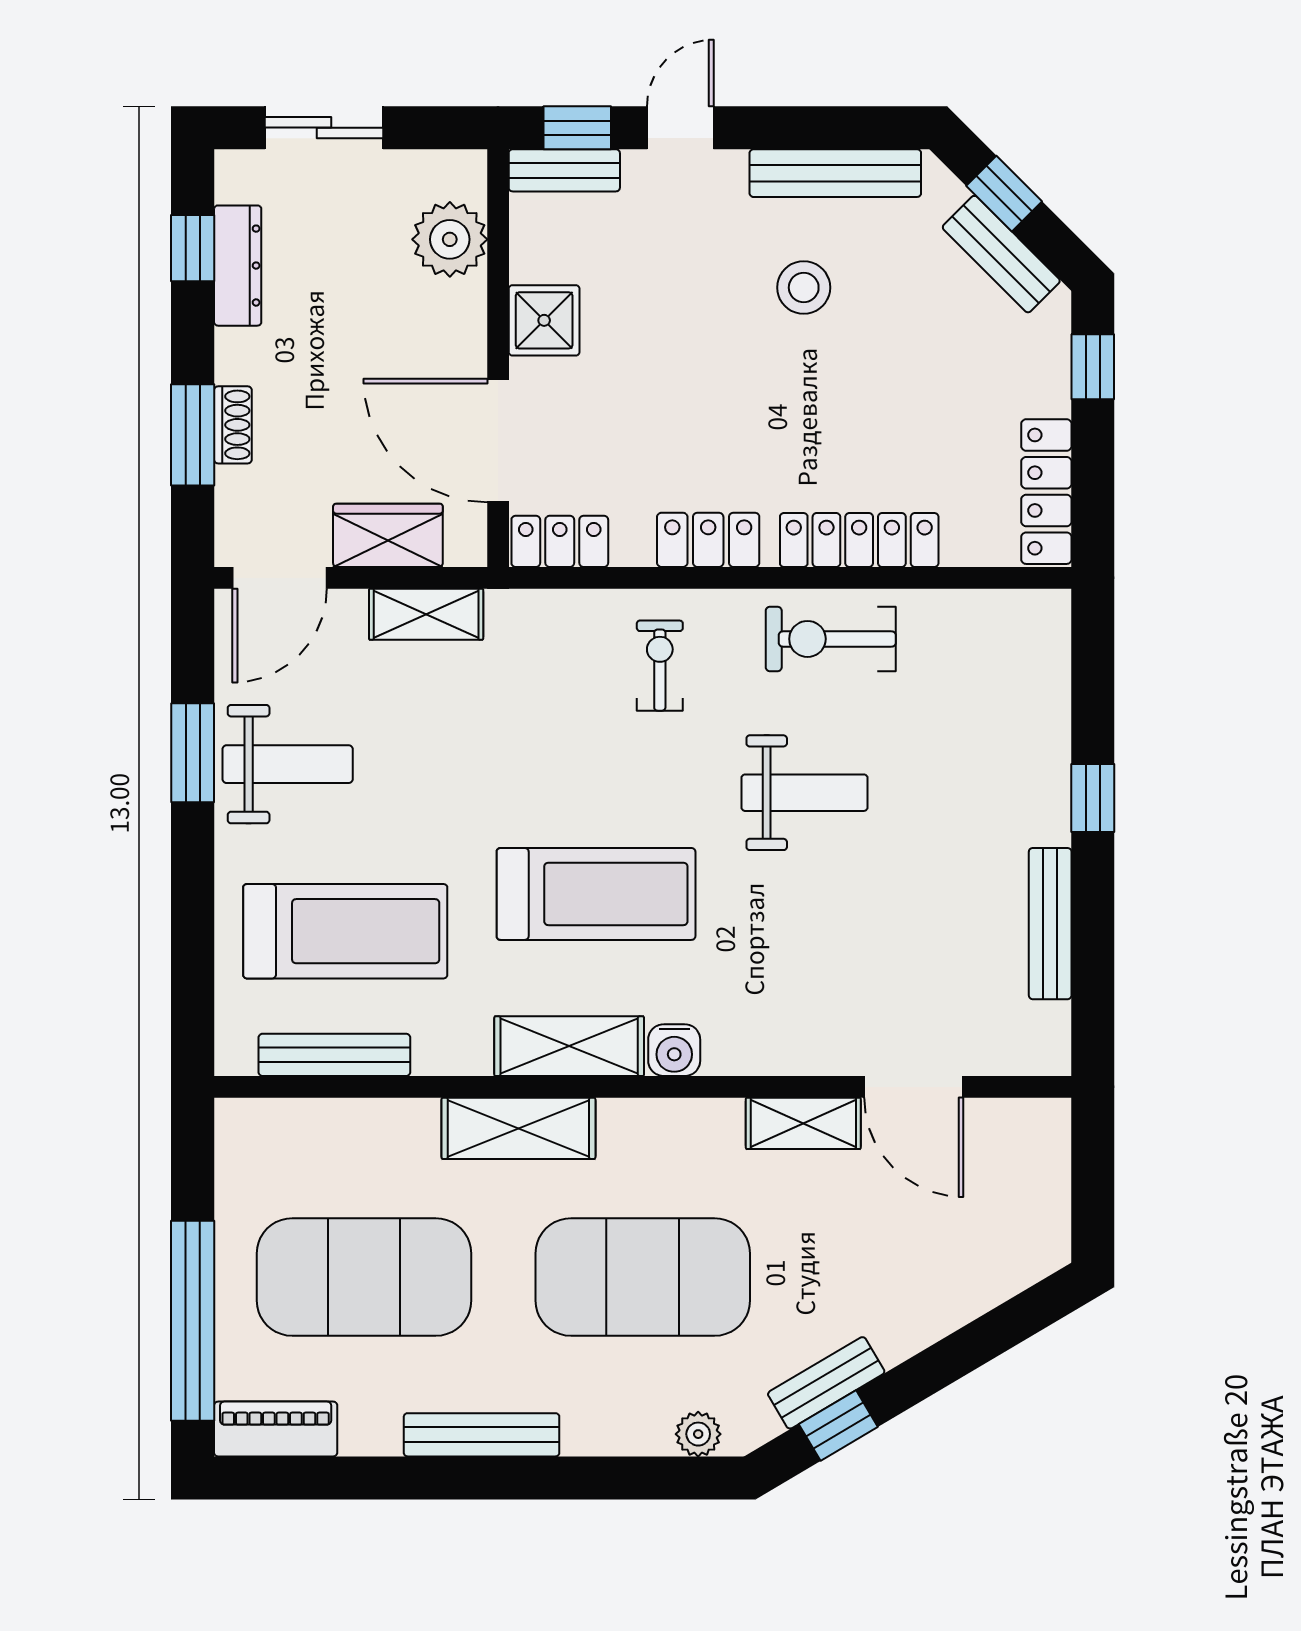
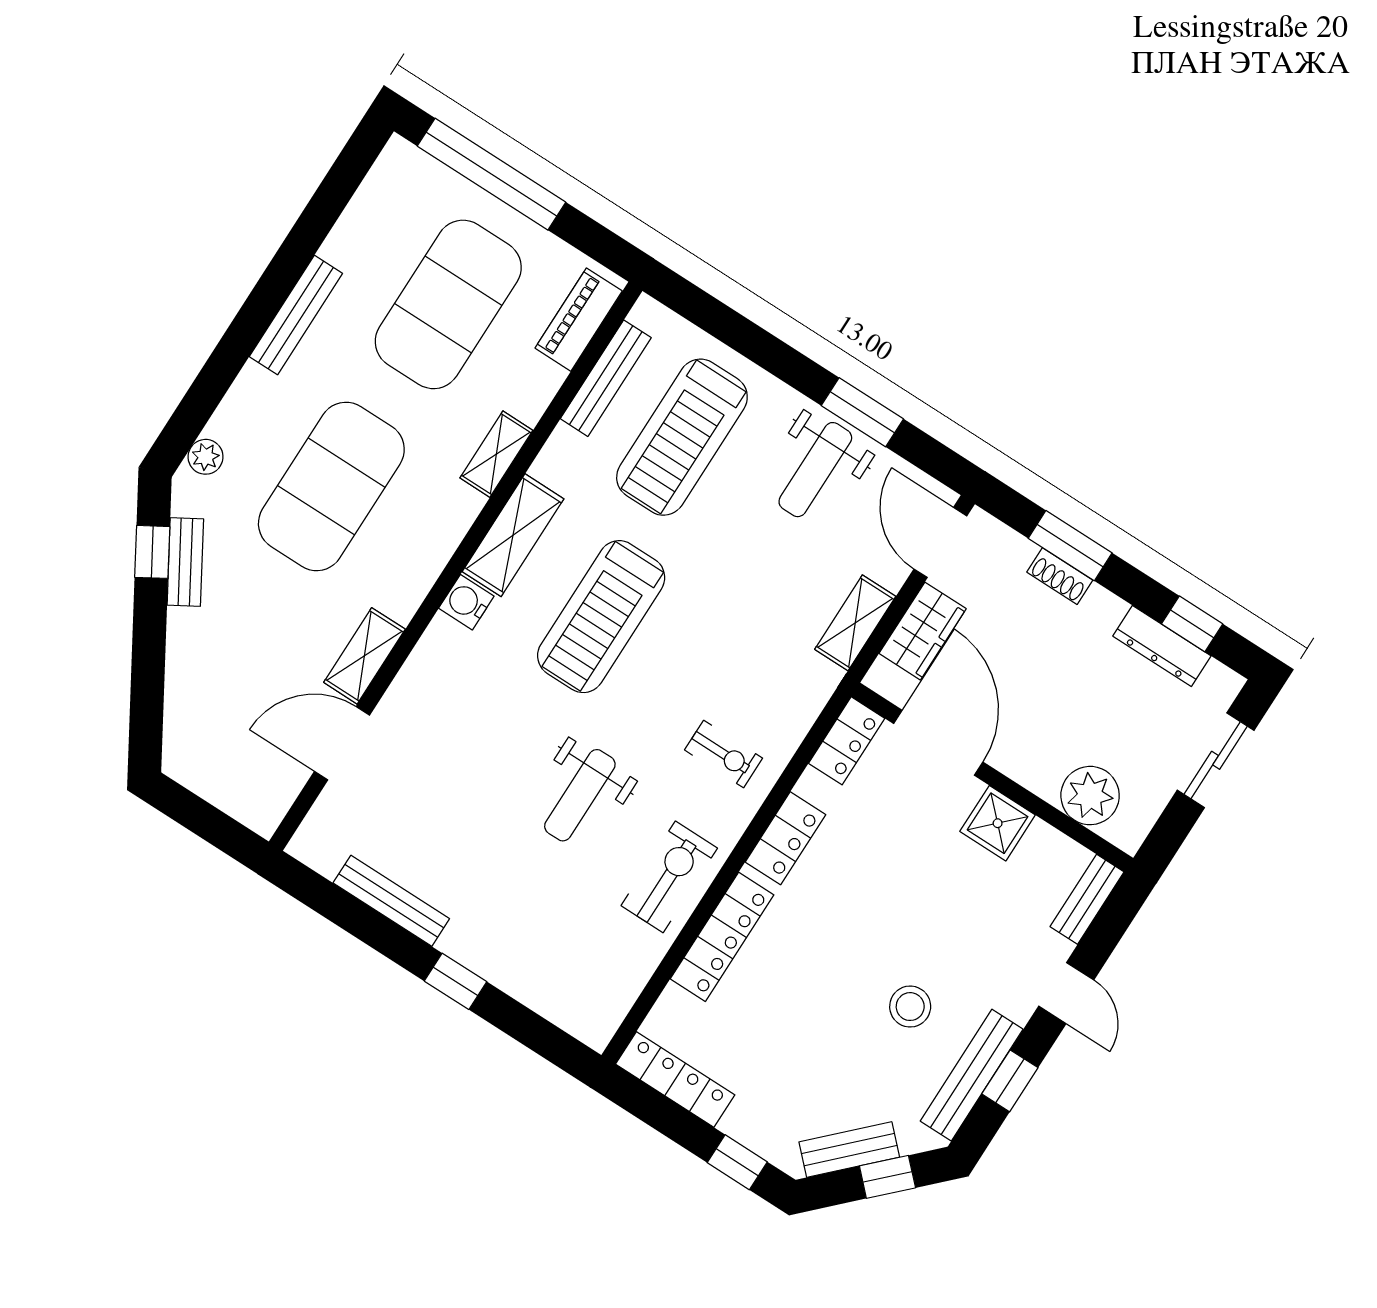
window: (577, 128) -> (1010, 1081), moved
door: (498, 441) -> (938, 743), hinge flipped
shelving: (518, 1128) -> (496, 454), width x0.67, depth x0.75
piano: (276, 1429) -> (579, 320), moved, turned 180

